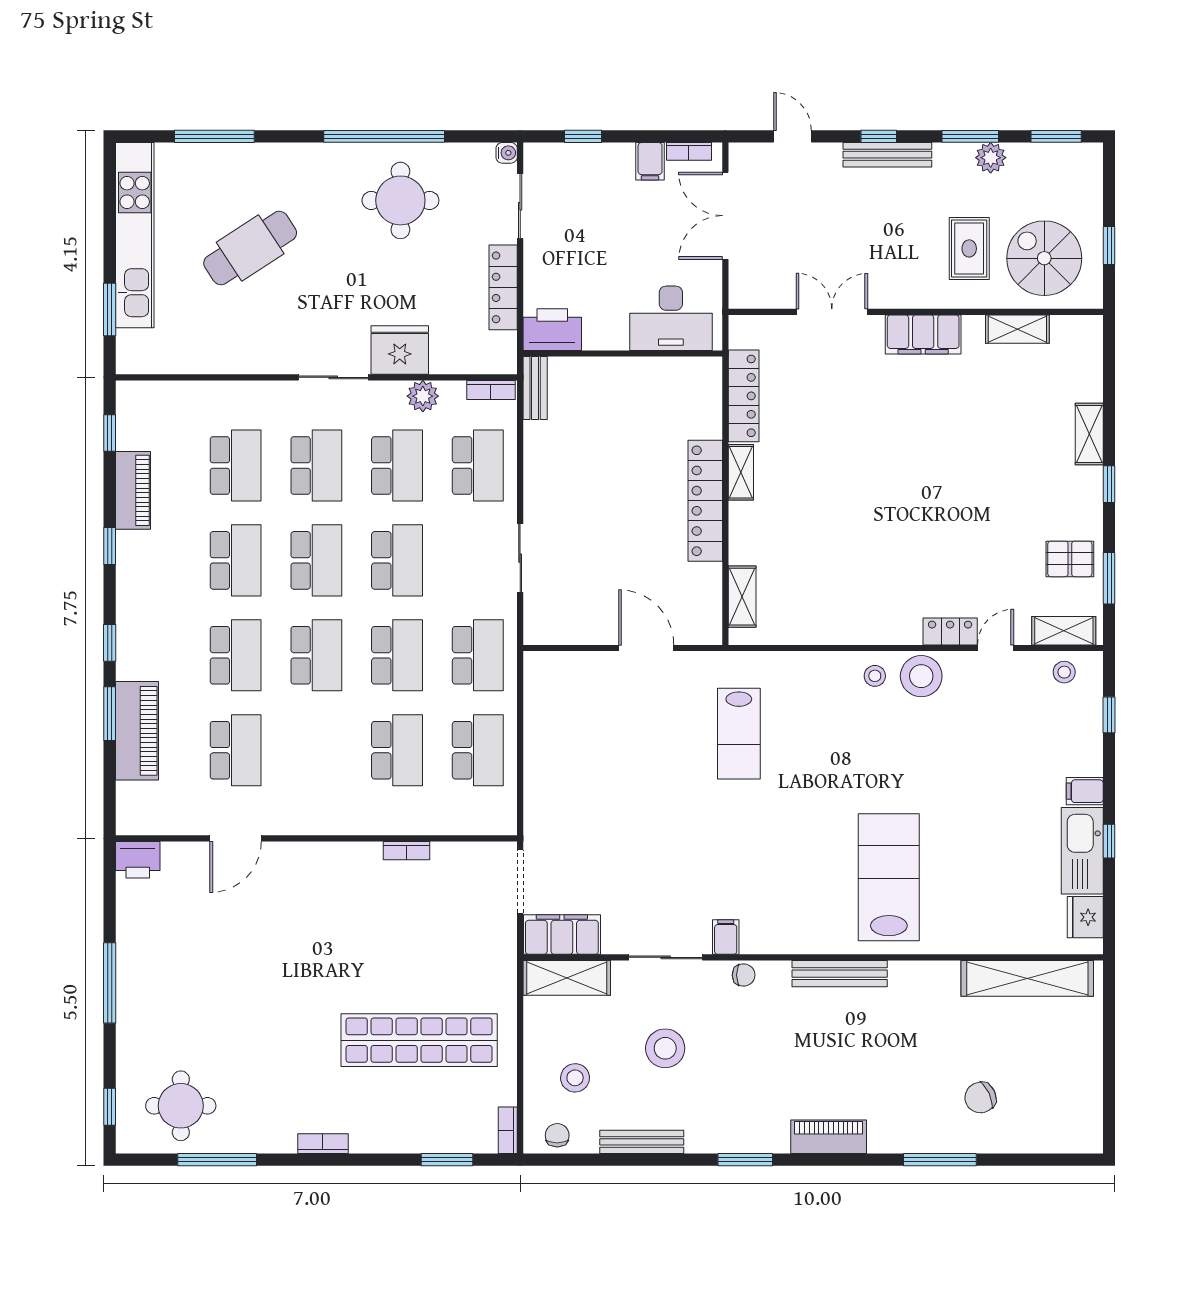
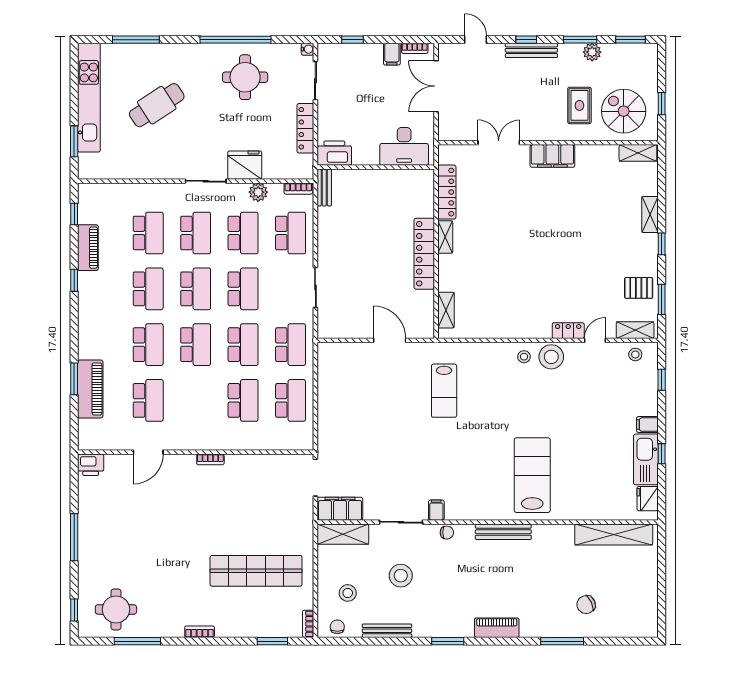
shelving: (1017, 329) -> (638, 153), moved
window: (110, 643) -> (74, 337), removed
bookcase: (406, 851) -> (210, 459), moved

